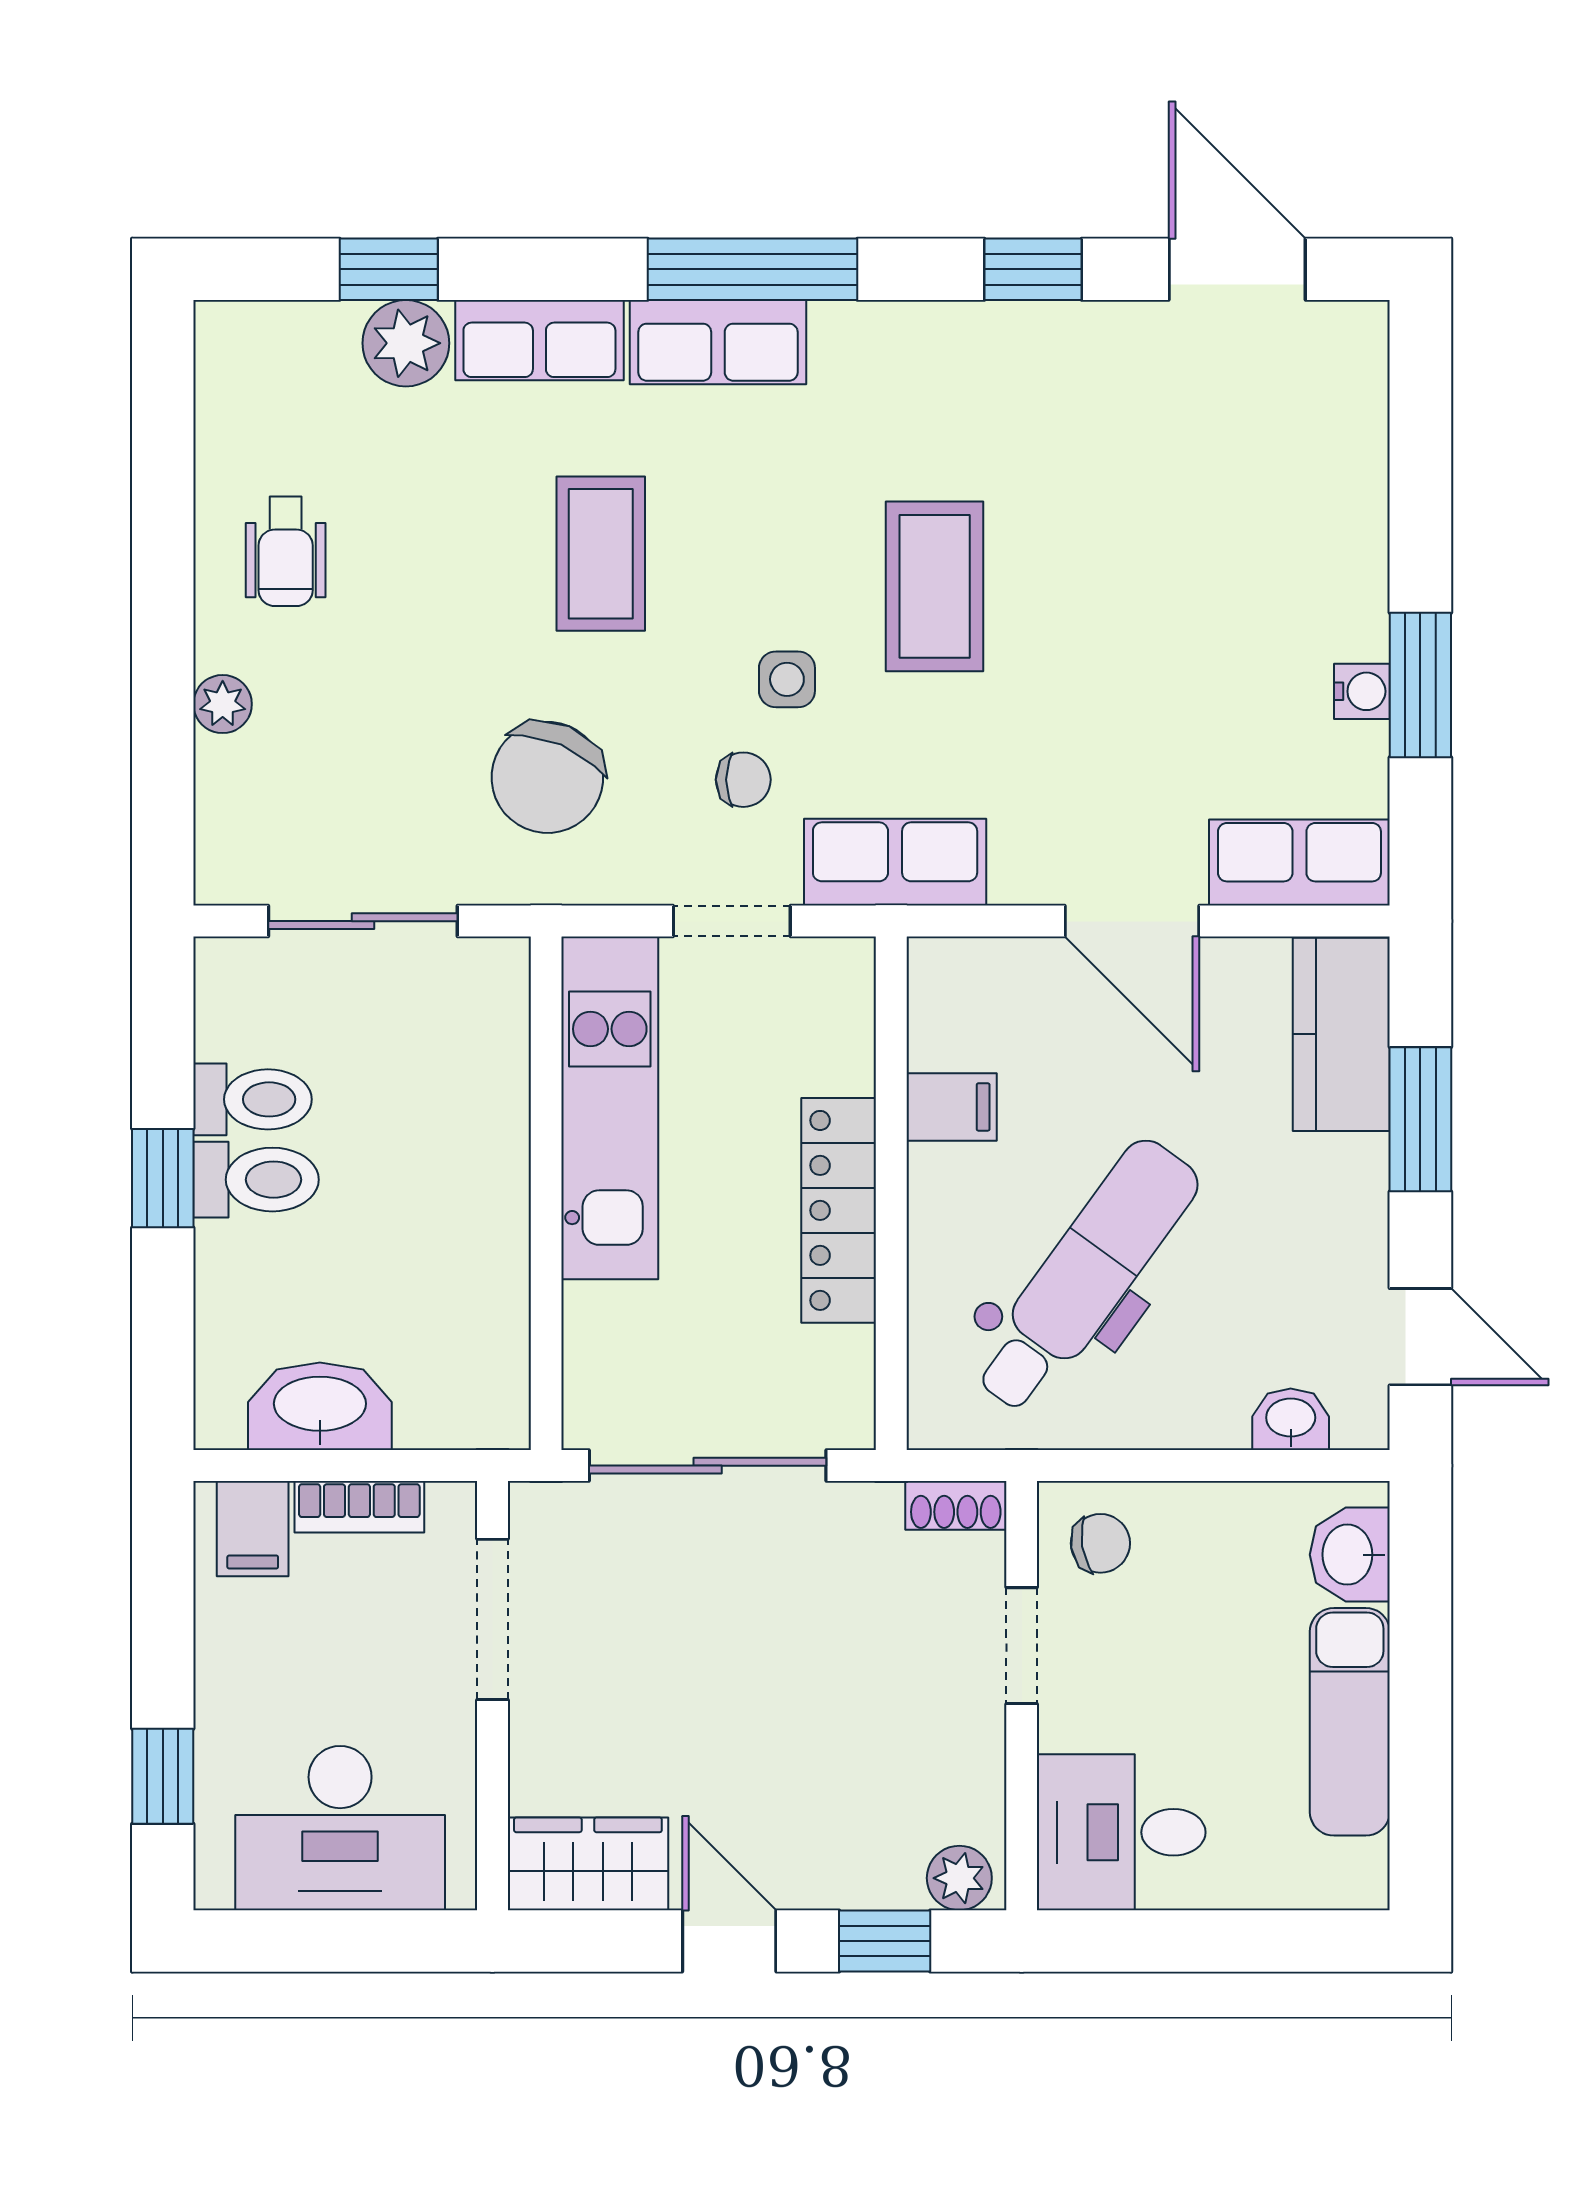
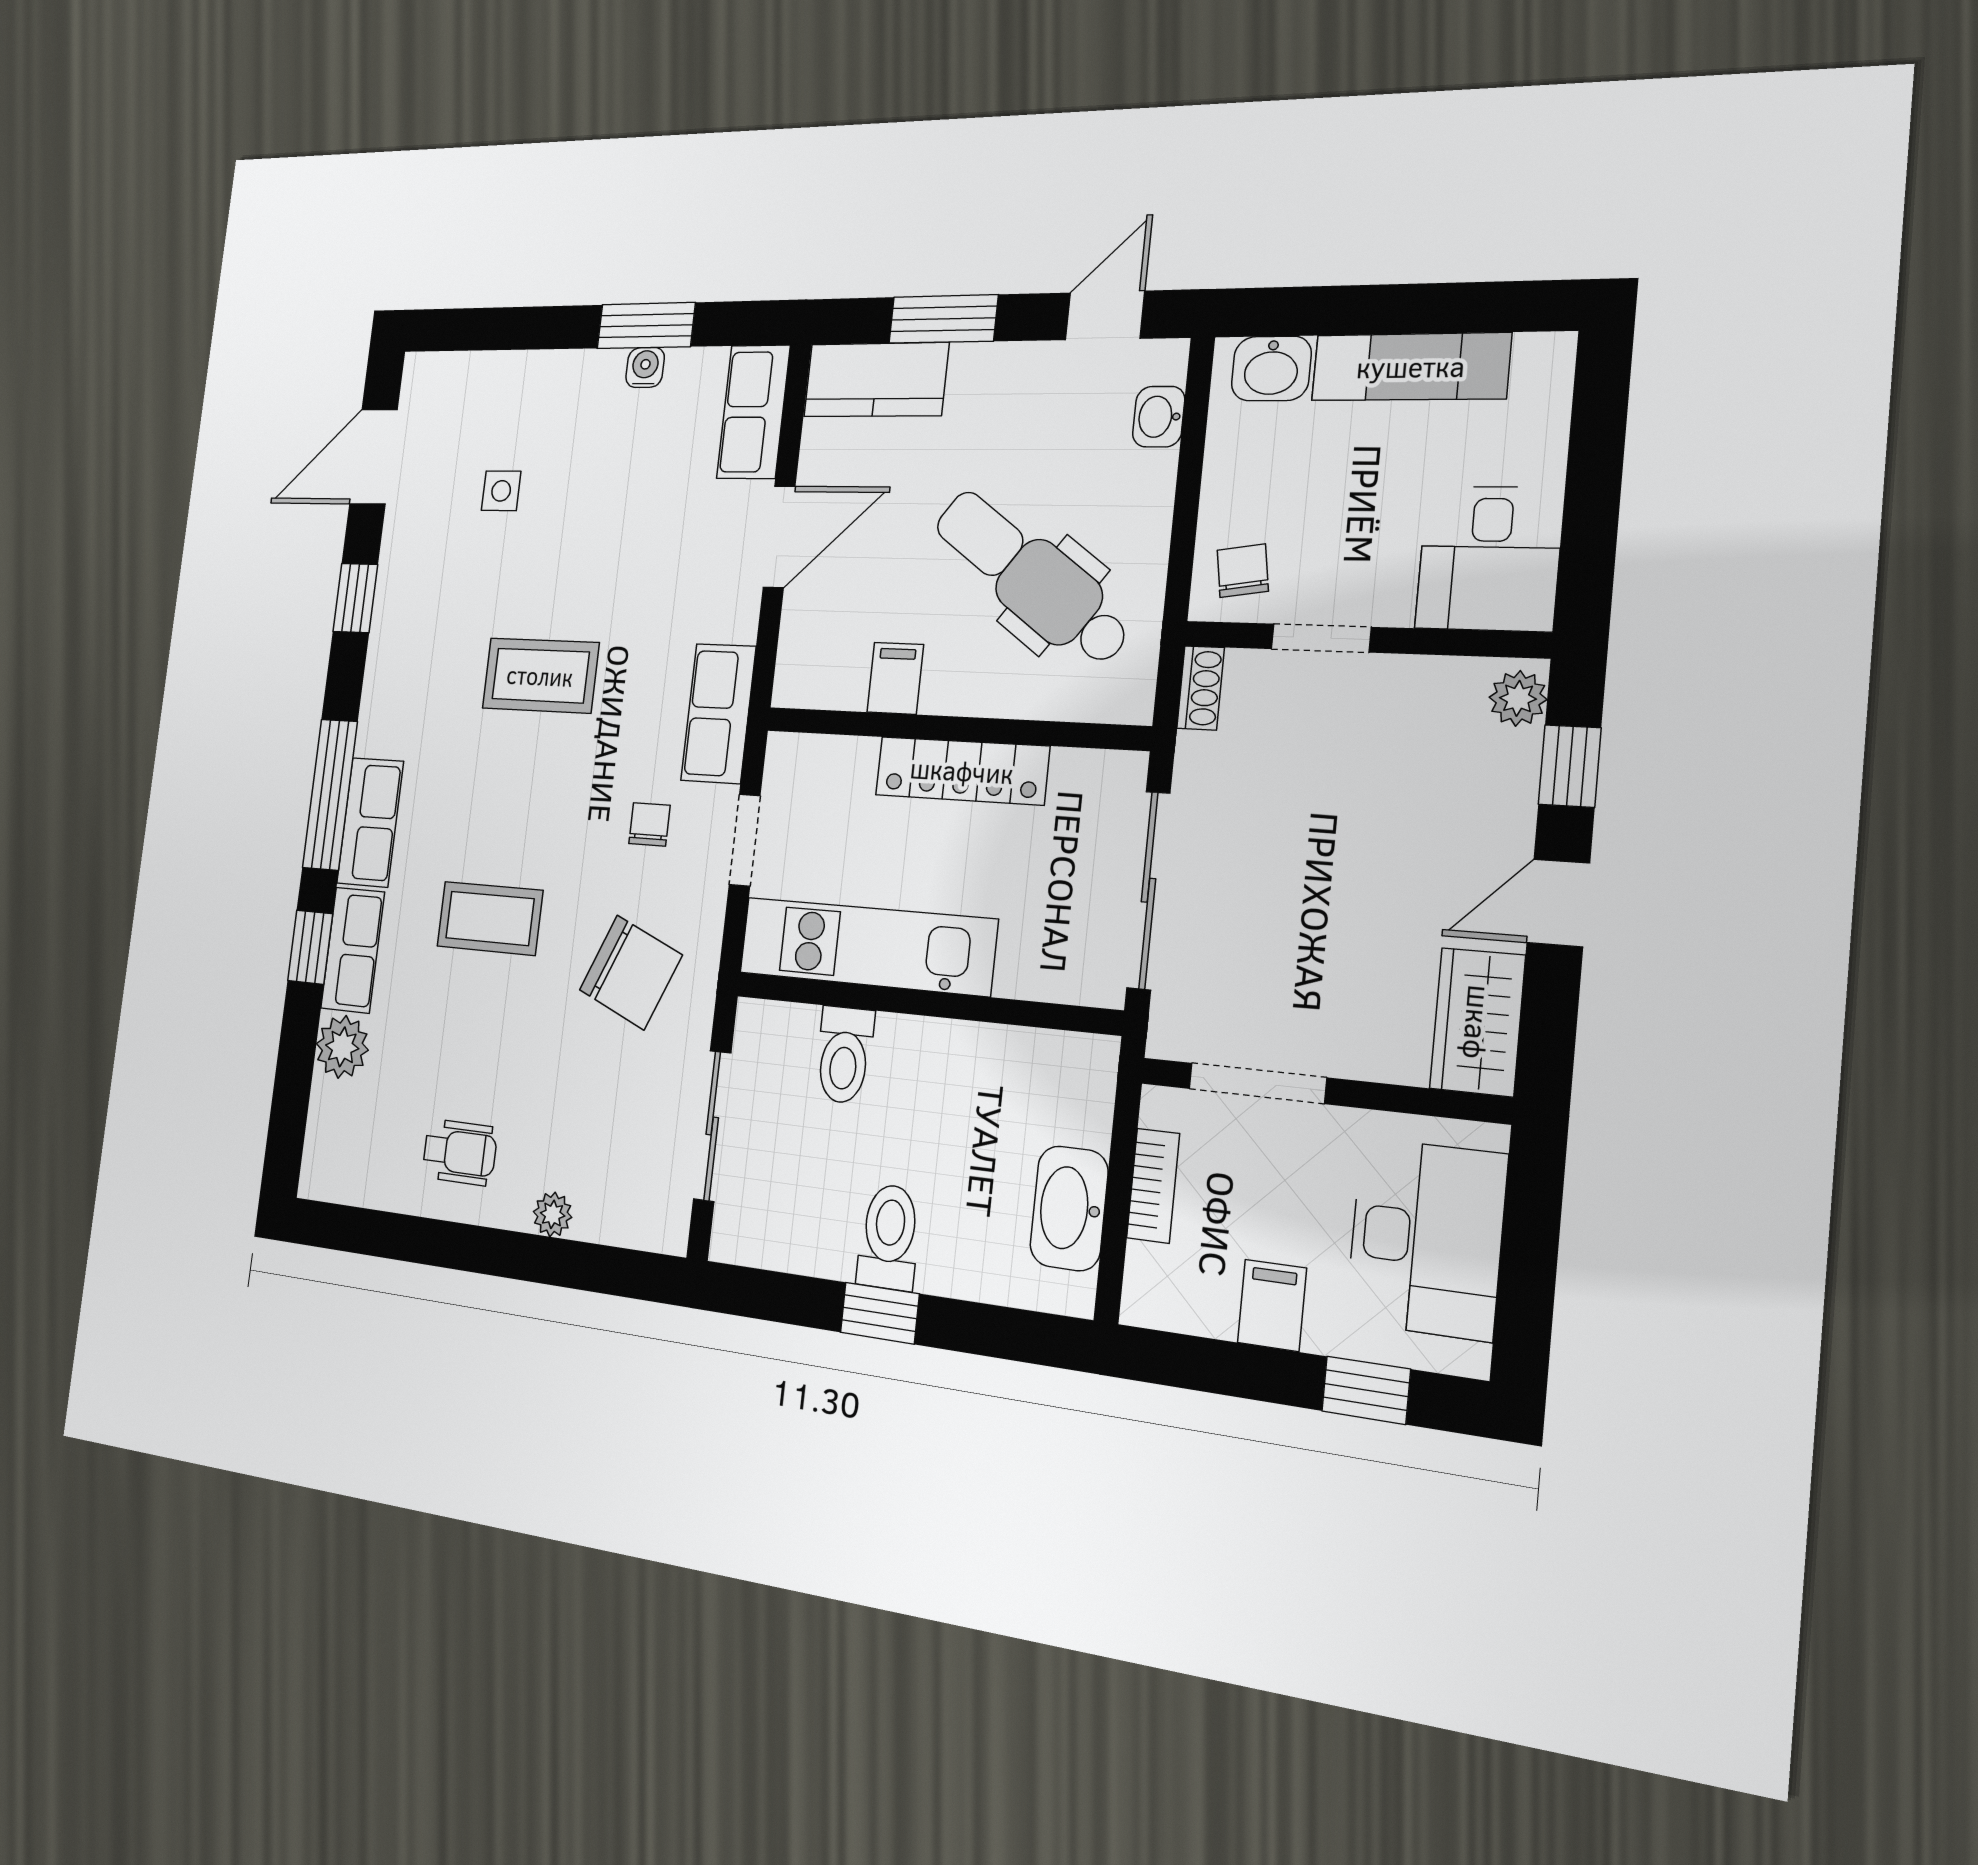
window: (389, 269) -> (310, 947), moved
side table: (787, 679) -> (501, 491), moved
toilet: (253, 1099) -> (844, 1055), moved, turned 180
filing cabinet: (253, 1529) -> (1272, 1305), moved, turned -90

